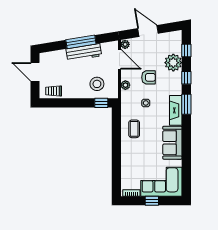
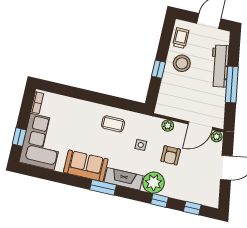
workbench: (84, 52) -> (220, 66), moved
plant: (173, 63) -> (154, 183), moved
stool: (97, 84) -> (182, 63), moved
window: (101, 103) -> (158, 69), moved
window: (186, 104) -> (103, 187), moved
window: (152, 201) -> (19, 137), moved

